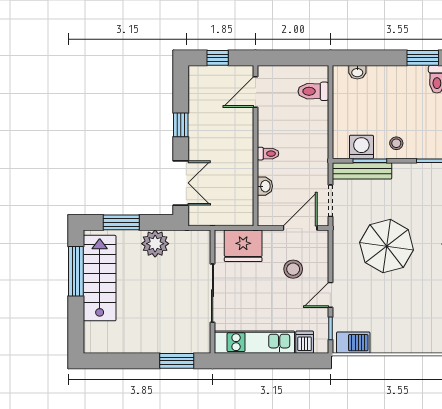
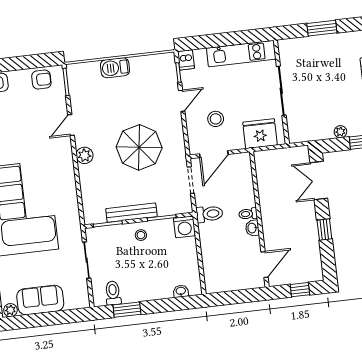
toilet: (313, 91) -> (209, 214), moved
washing machine: (361, 147) -> (185, 227), moved
bench: (362, 171) -> (131, 213), moved
washbasin: (265, 186) -> (252, 228), moved
plant: (155, 244) -> (340, 132), width x0.53, depth x0.53
dishwasher: (305, 342) -> (186, 60), moved
barbecue: (353, 343) -> (115, 68), moved
window: (177, 361) -> (322, 28), moved

